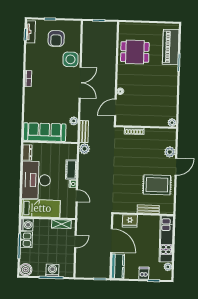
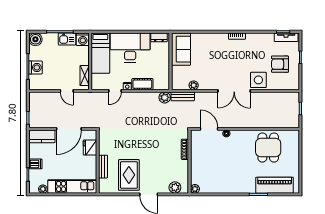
sofa: (45, 132) -> (181, 49), width x0.73
plant: (170, 152) -> (175, 187), moved

